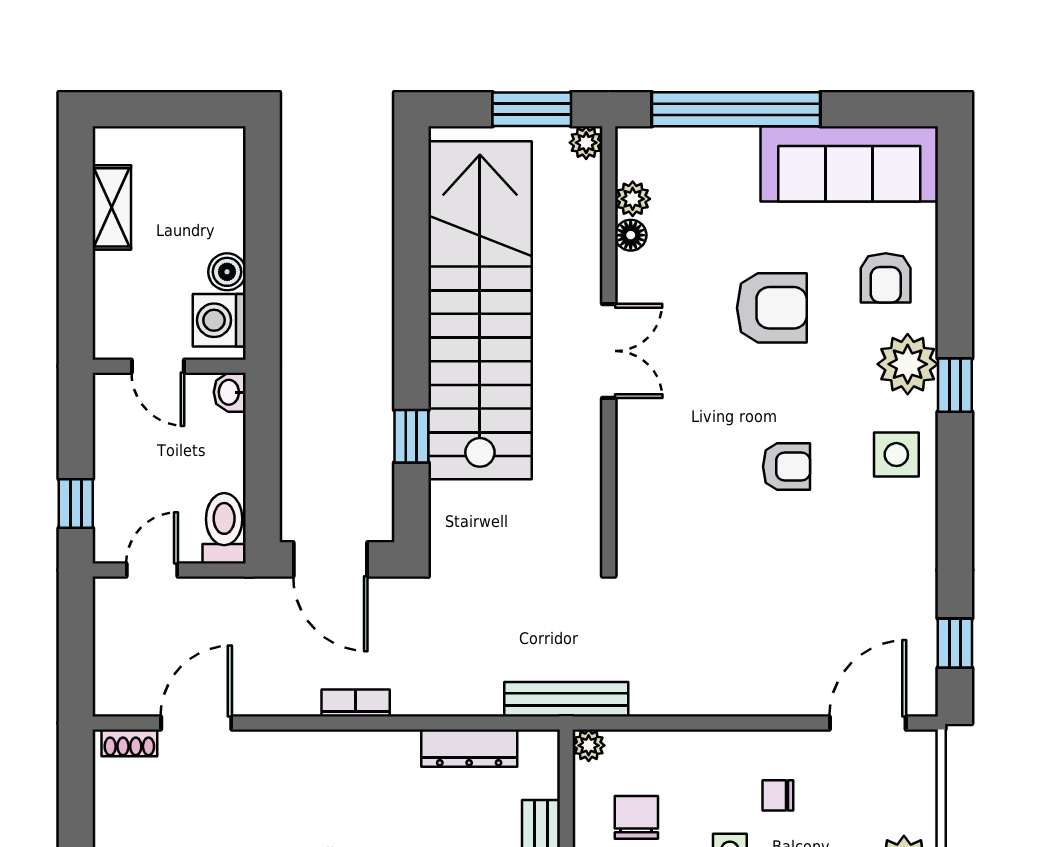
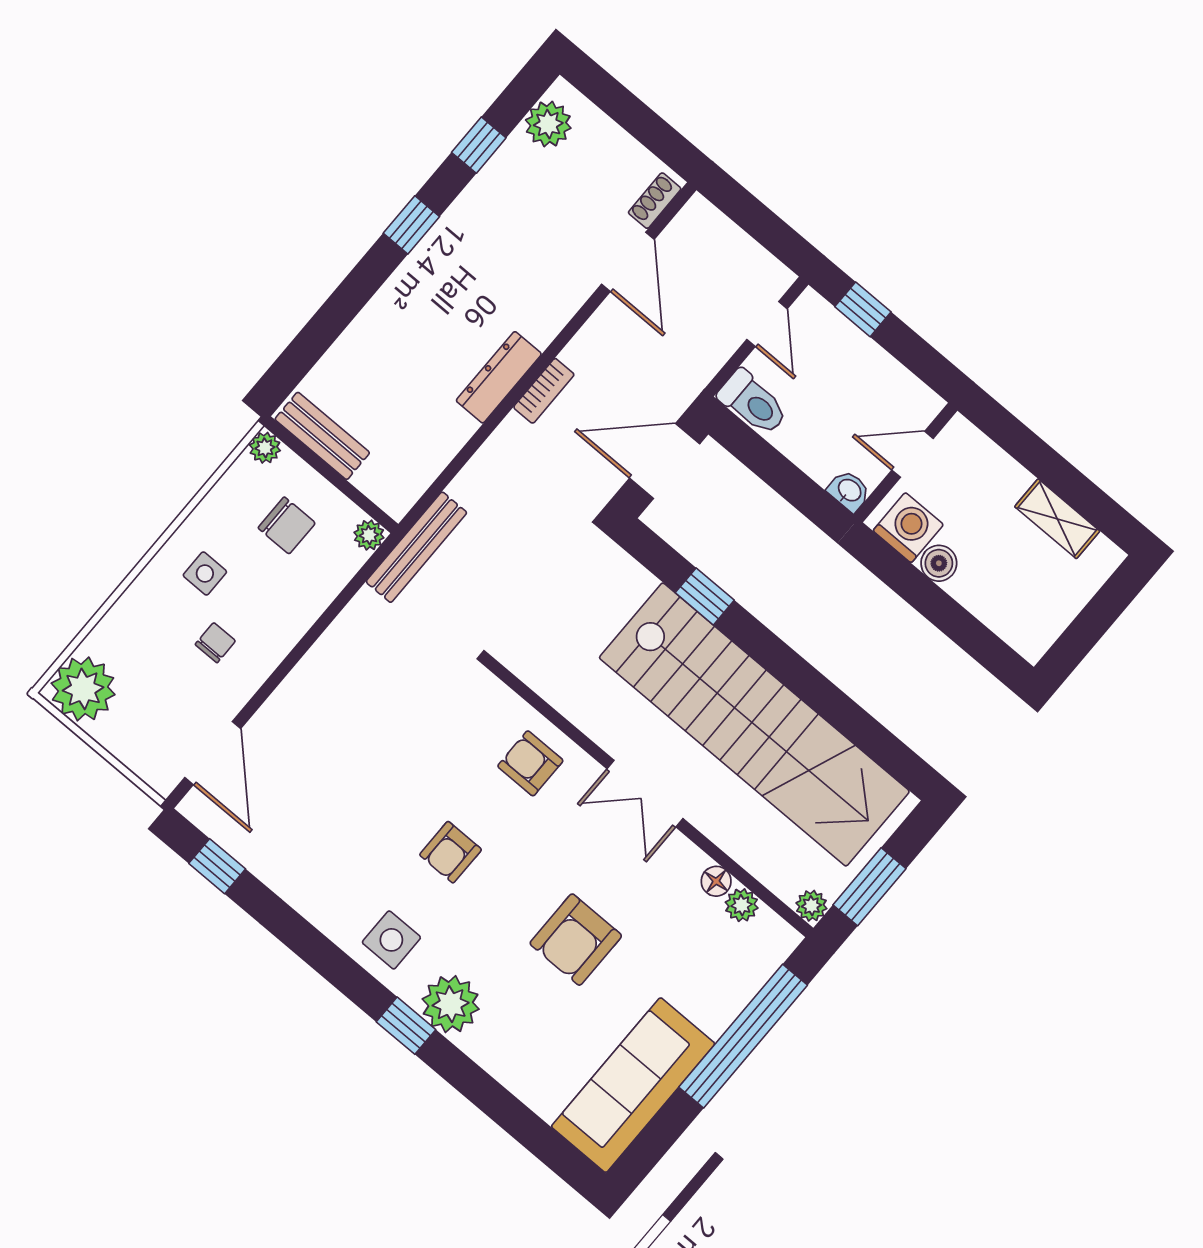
armchair: (886, 278) -> (530, 763), moved
dresser: (469, 748) -> (499, 377), moved

